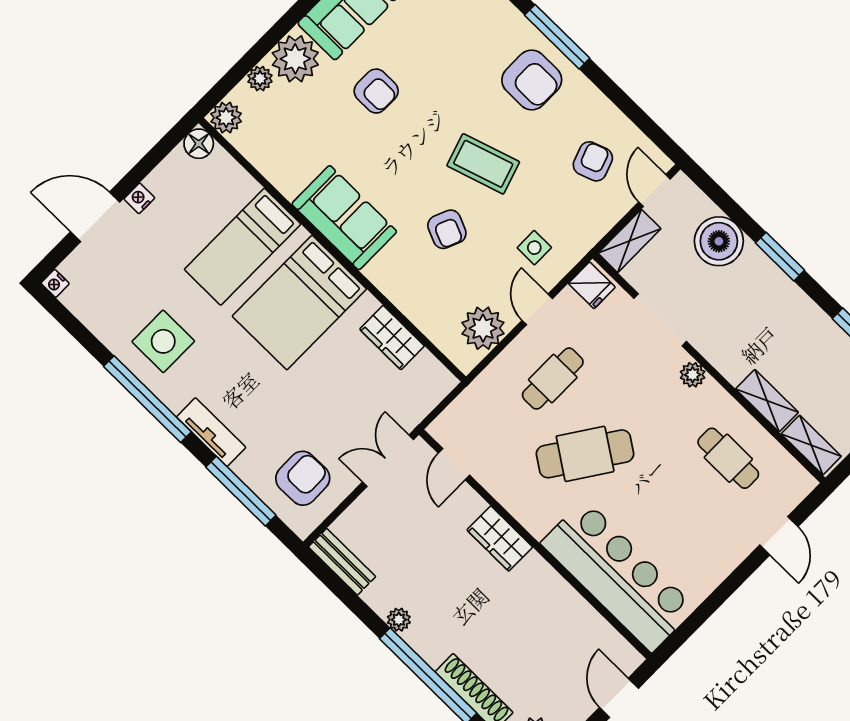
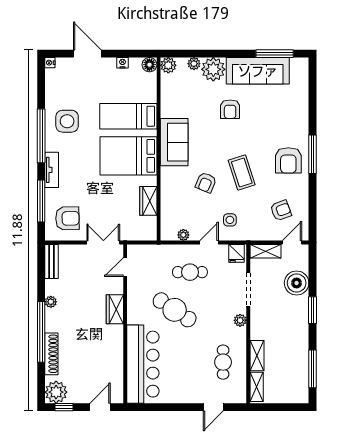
nightstand: (139, 198) -> (123, 63), moved
plant: (483, 328) -> (183, 235), width x0.53, depth x0.53

